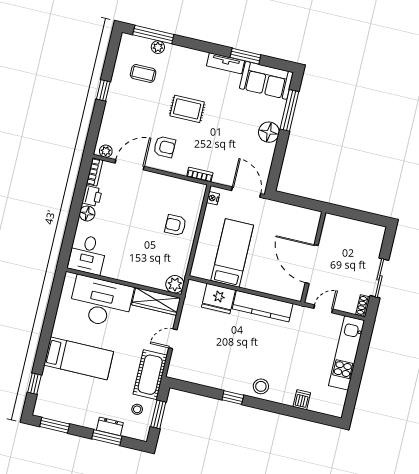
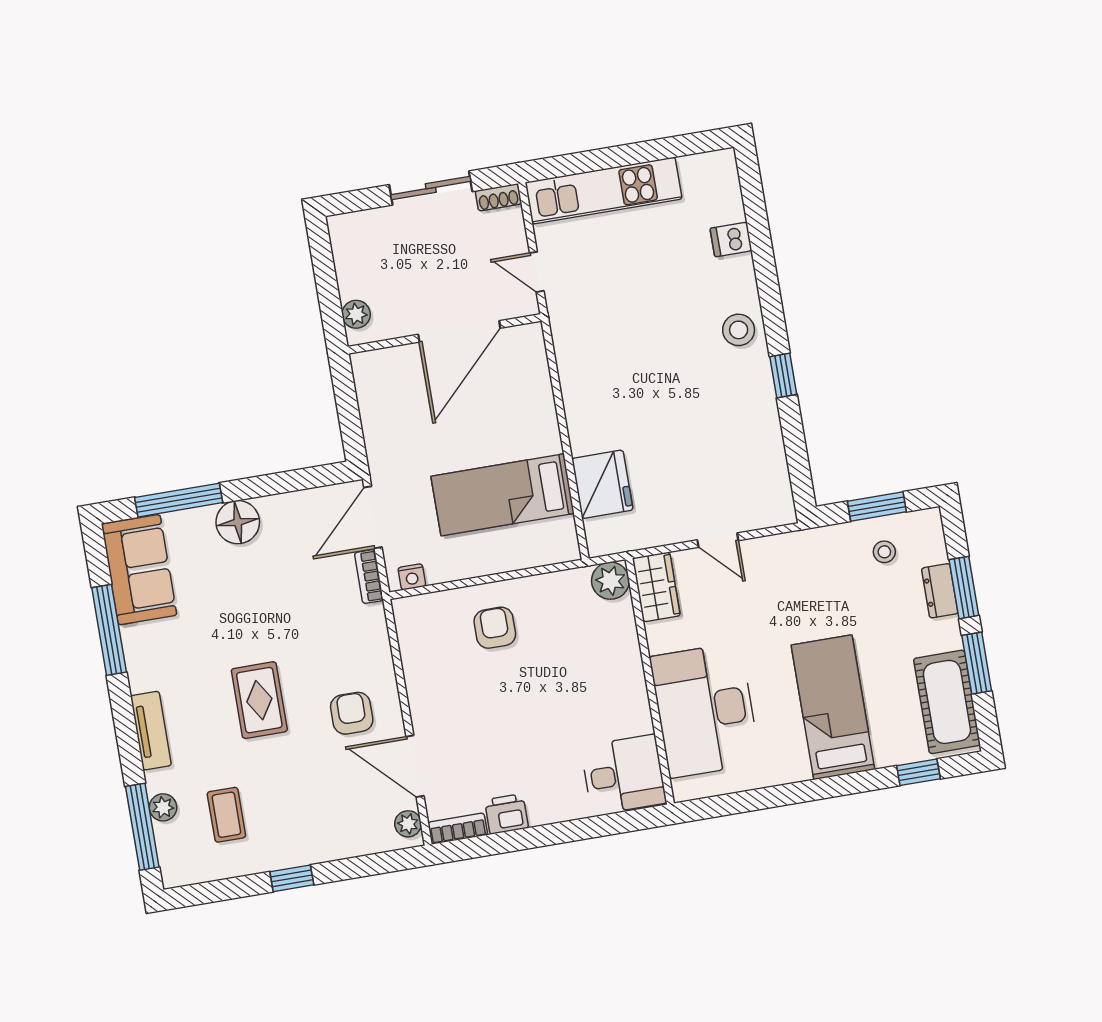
window: (245, 56) -> (109, 630), width x1.44
tv unit: (225, 63) -> (151, 731), moved
bookcase: (200, 175) -> (369, 577), moved
floor lamp: (87, 213) -> (544, 809), removed
plant: (338, 222) -> (356, 314), added
armchair: (176, 225) -> (495, 628), turned 180
wardrobe: (156, 301) -> (656, 587), width x0.67
kitchen counter: (263, 306) -> (581, 392), removed
cot: (150, 375) -> (947, 702), moved, turned 90
window: (55, 425) -> (977, 663), moved

